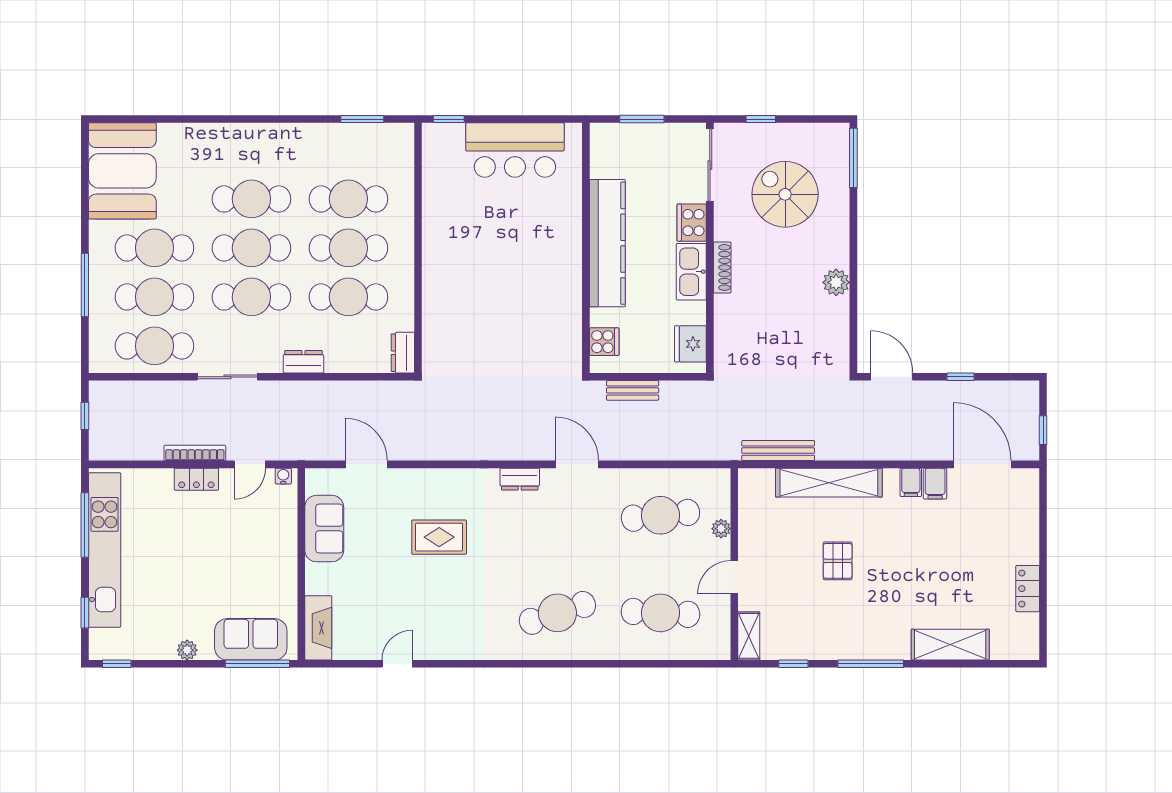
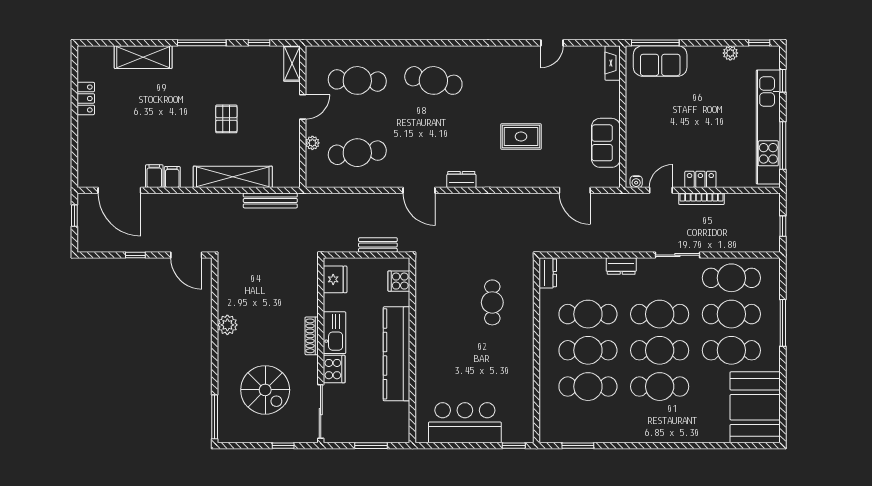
cafe table: (478, 313) -> (492, 302), added
cafe table: (557, 613) -> (433, 80), turned 30
fireplace: (318, 628) -> (613, 63), width x0.73, depth x0.76
plant: (187, 650) -> (730, 53), moved

